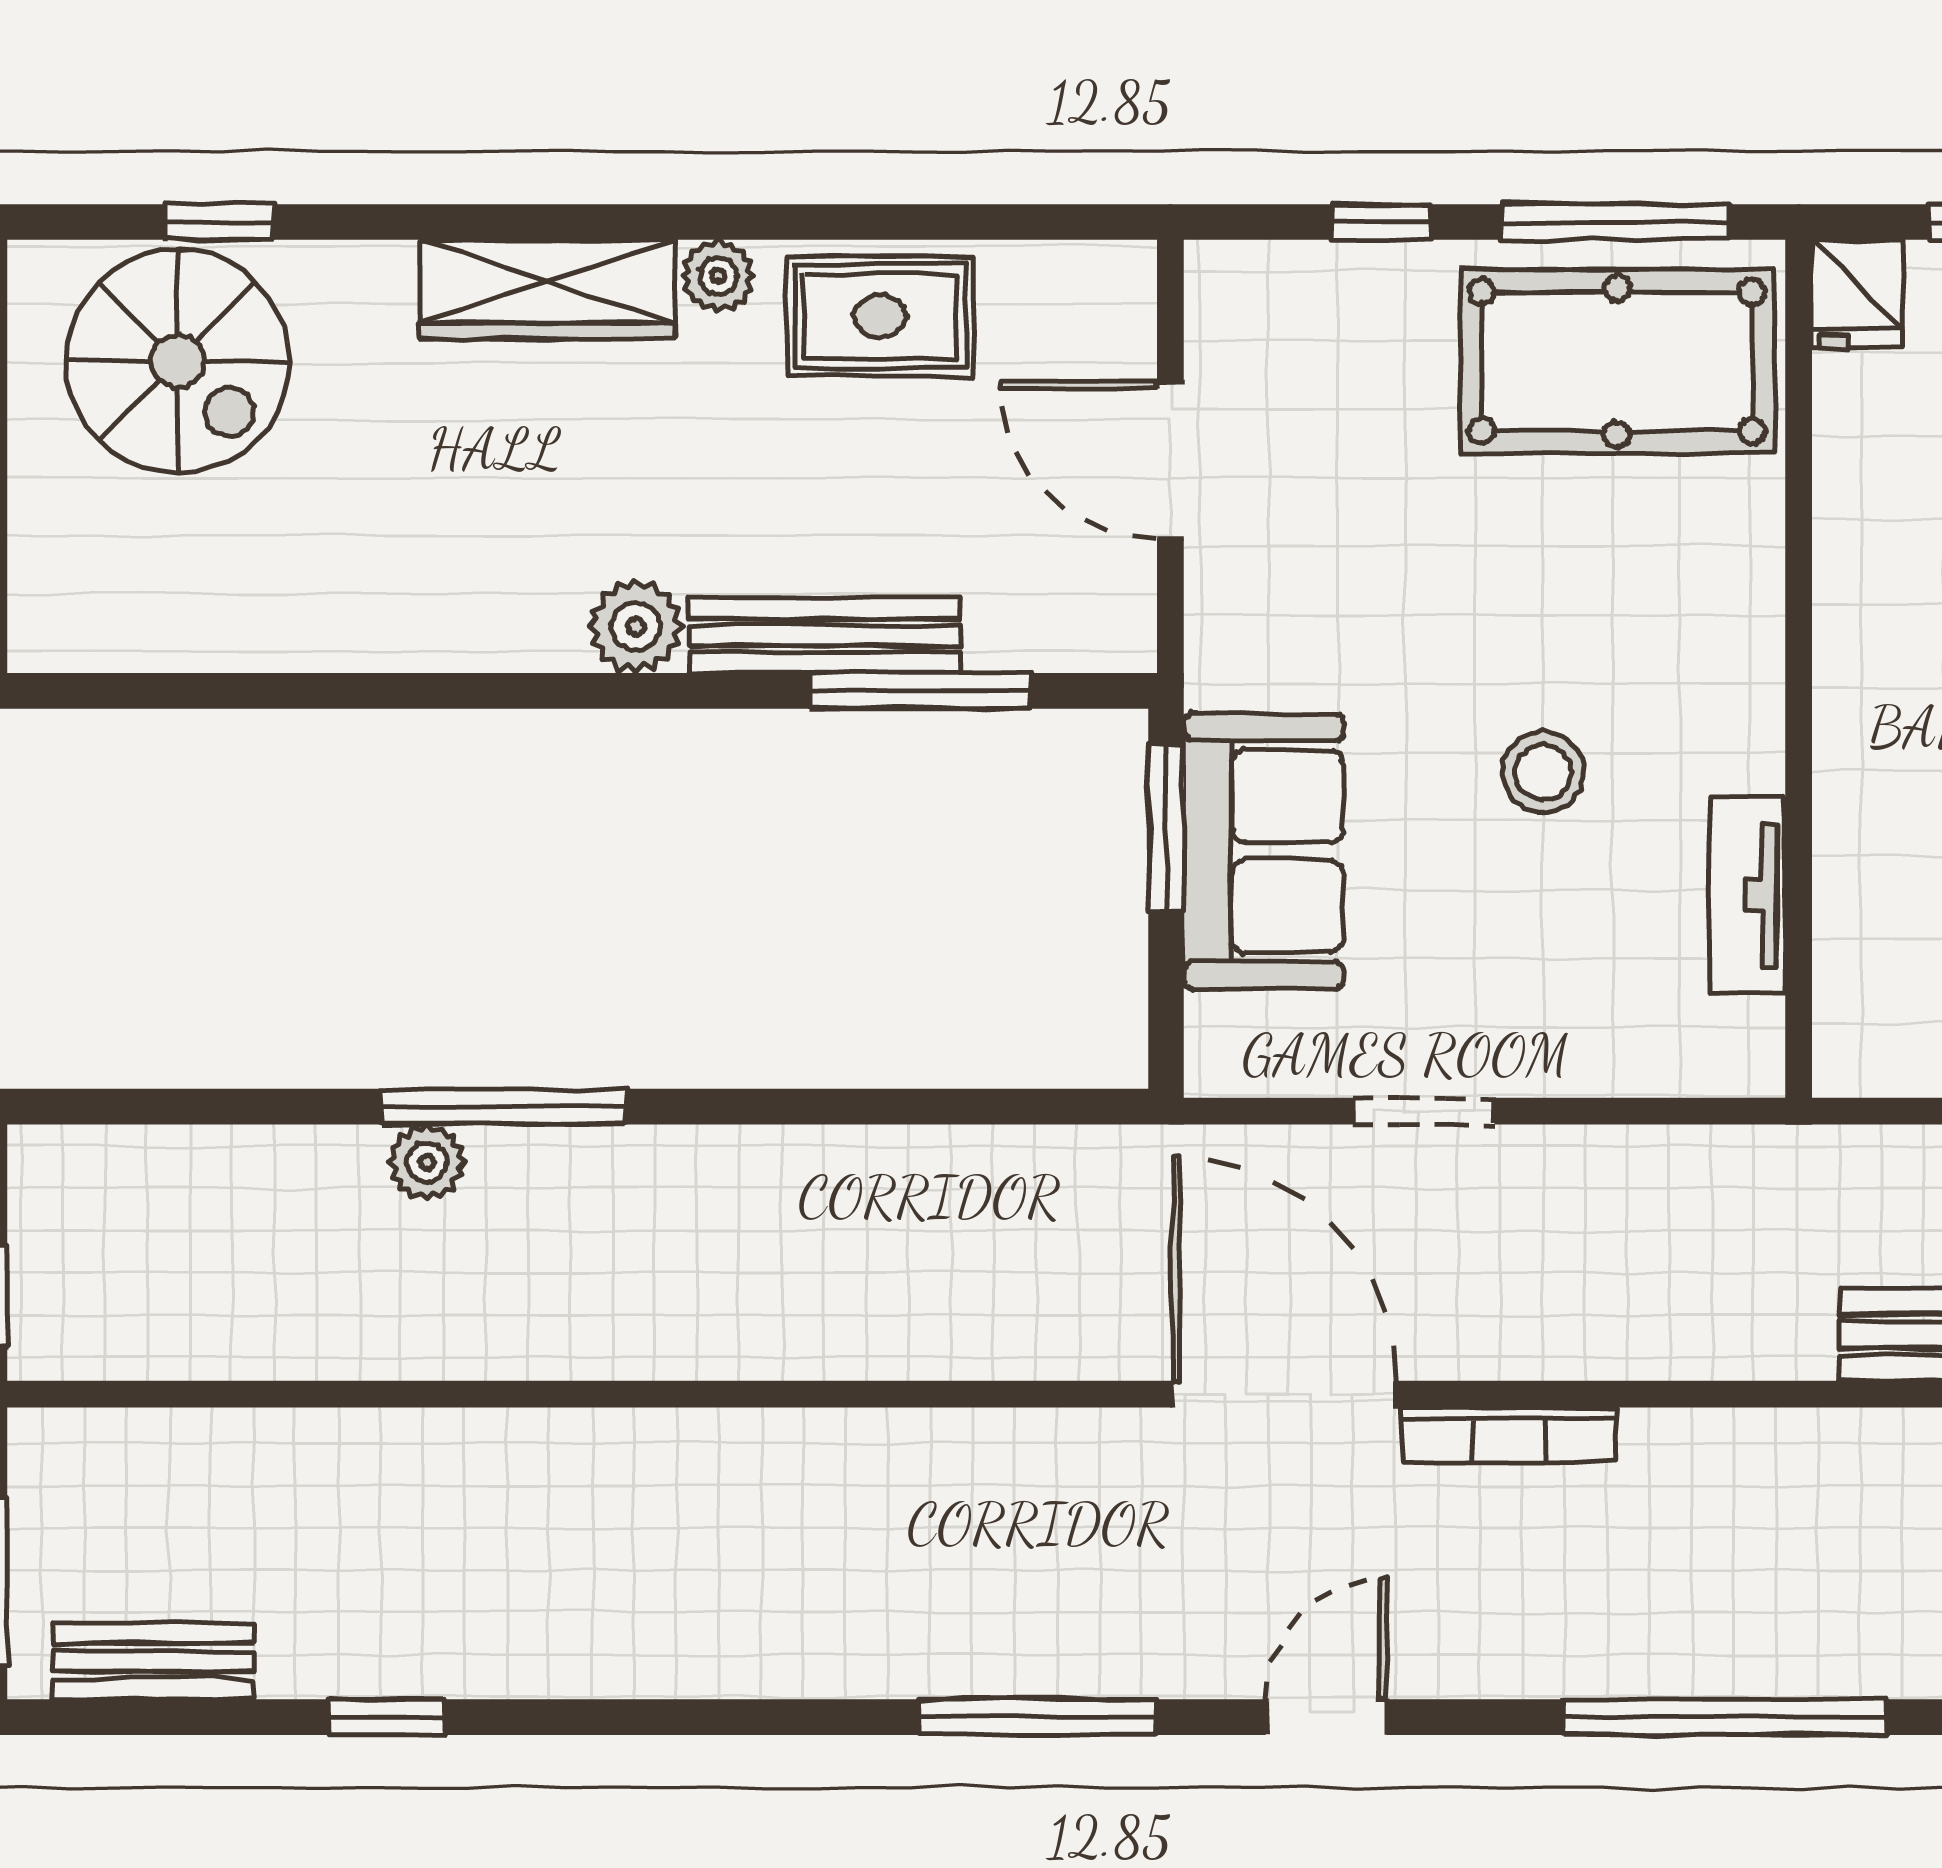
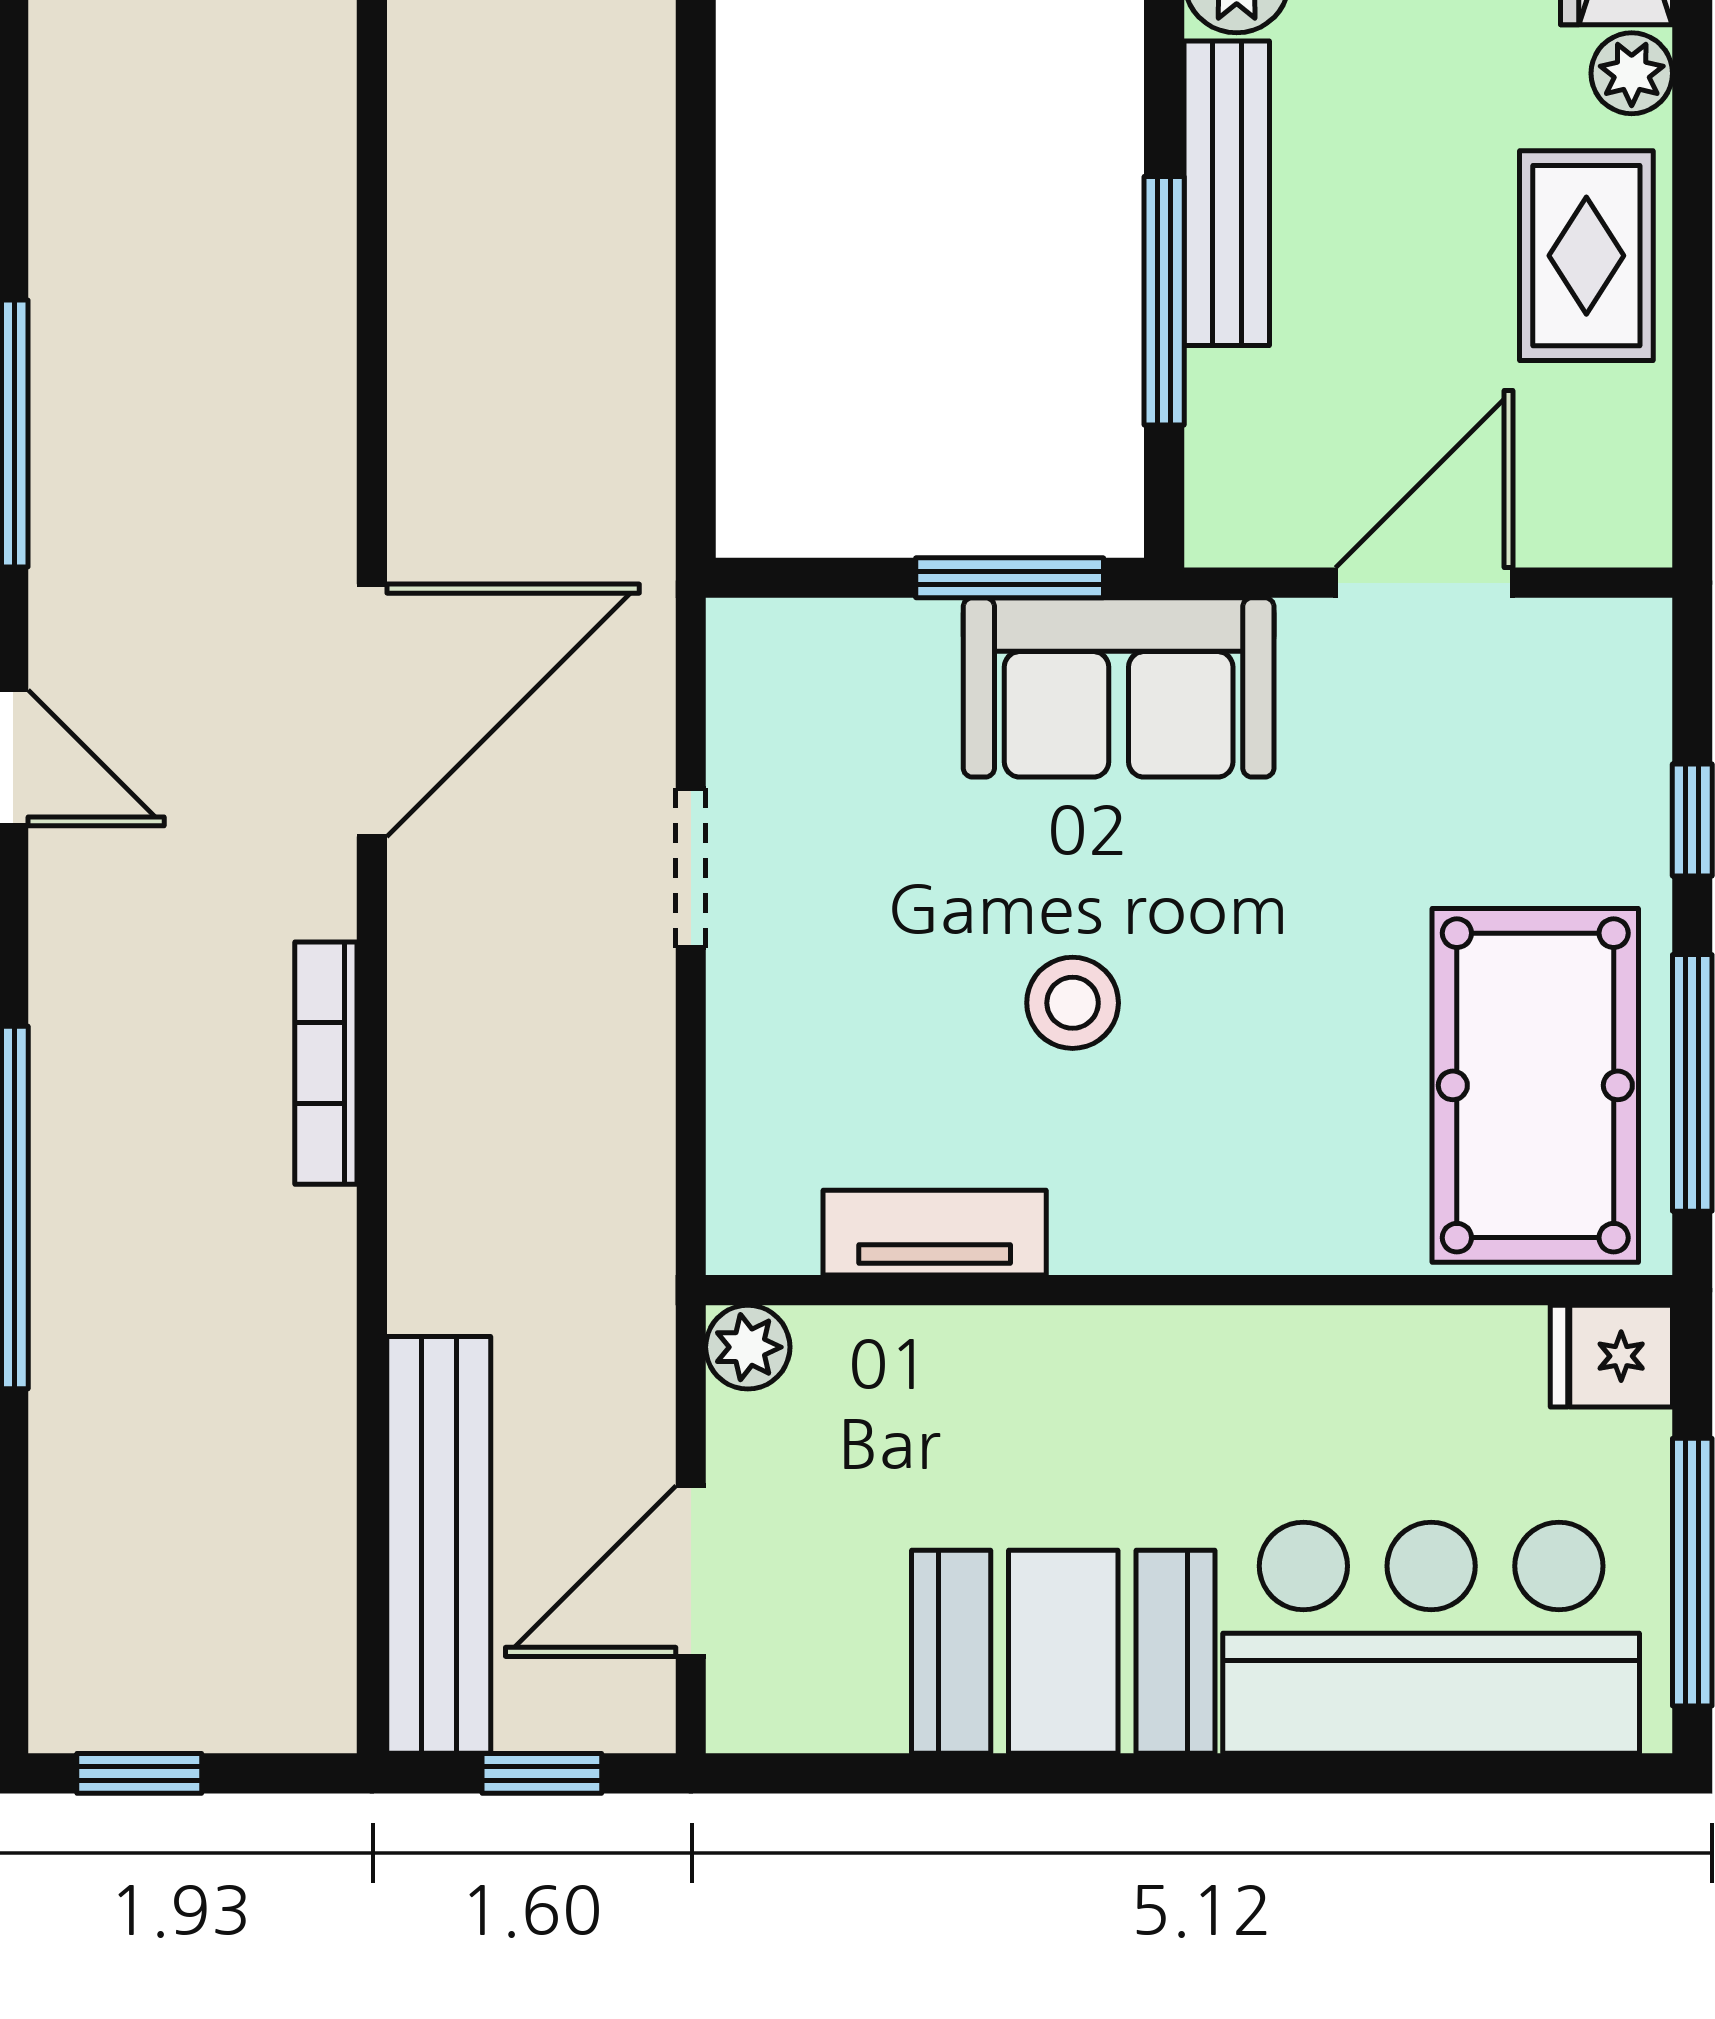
sofa: (1263, 851) -> (1119, 687), moved
plant: (1849, 1060) -> (748, 1347), added
bookcase: (1509, 1435) -> (326, 1063), moved

